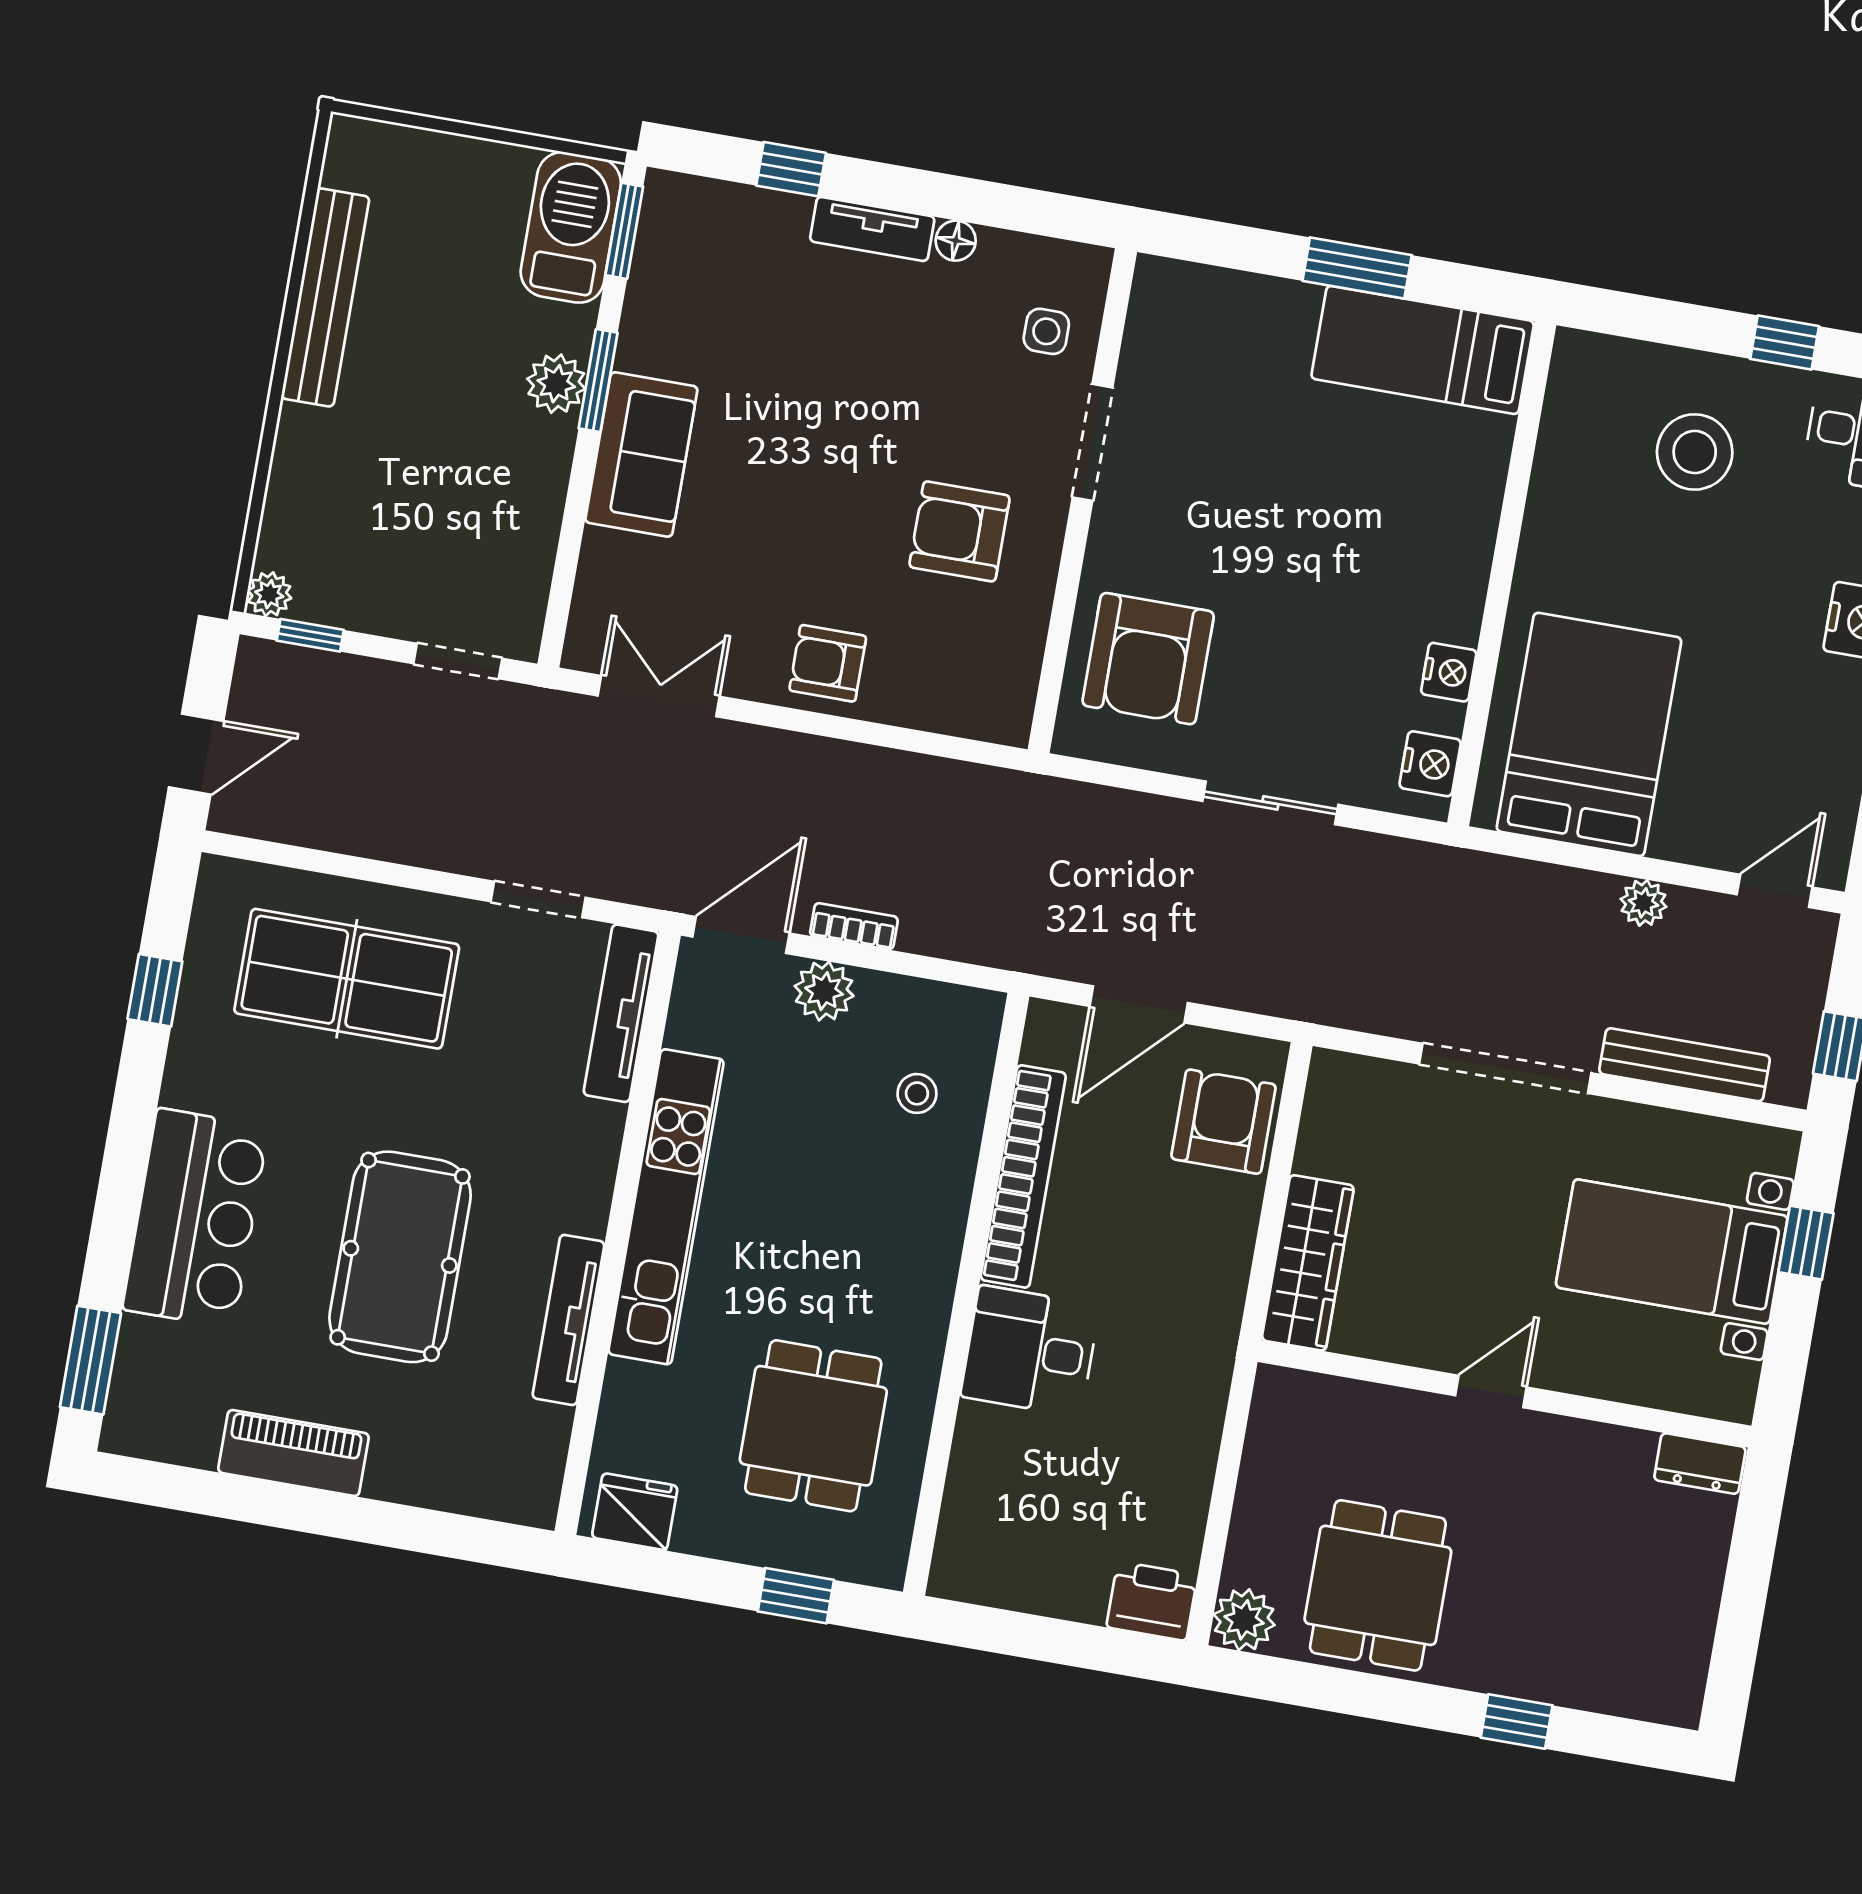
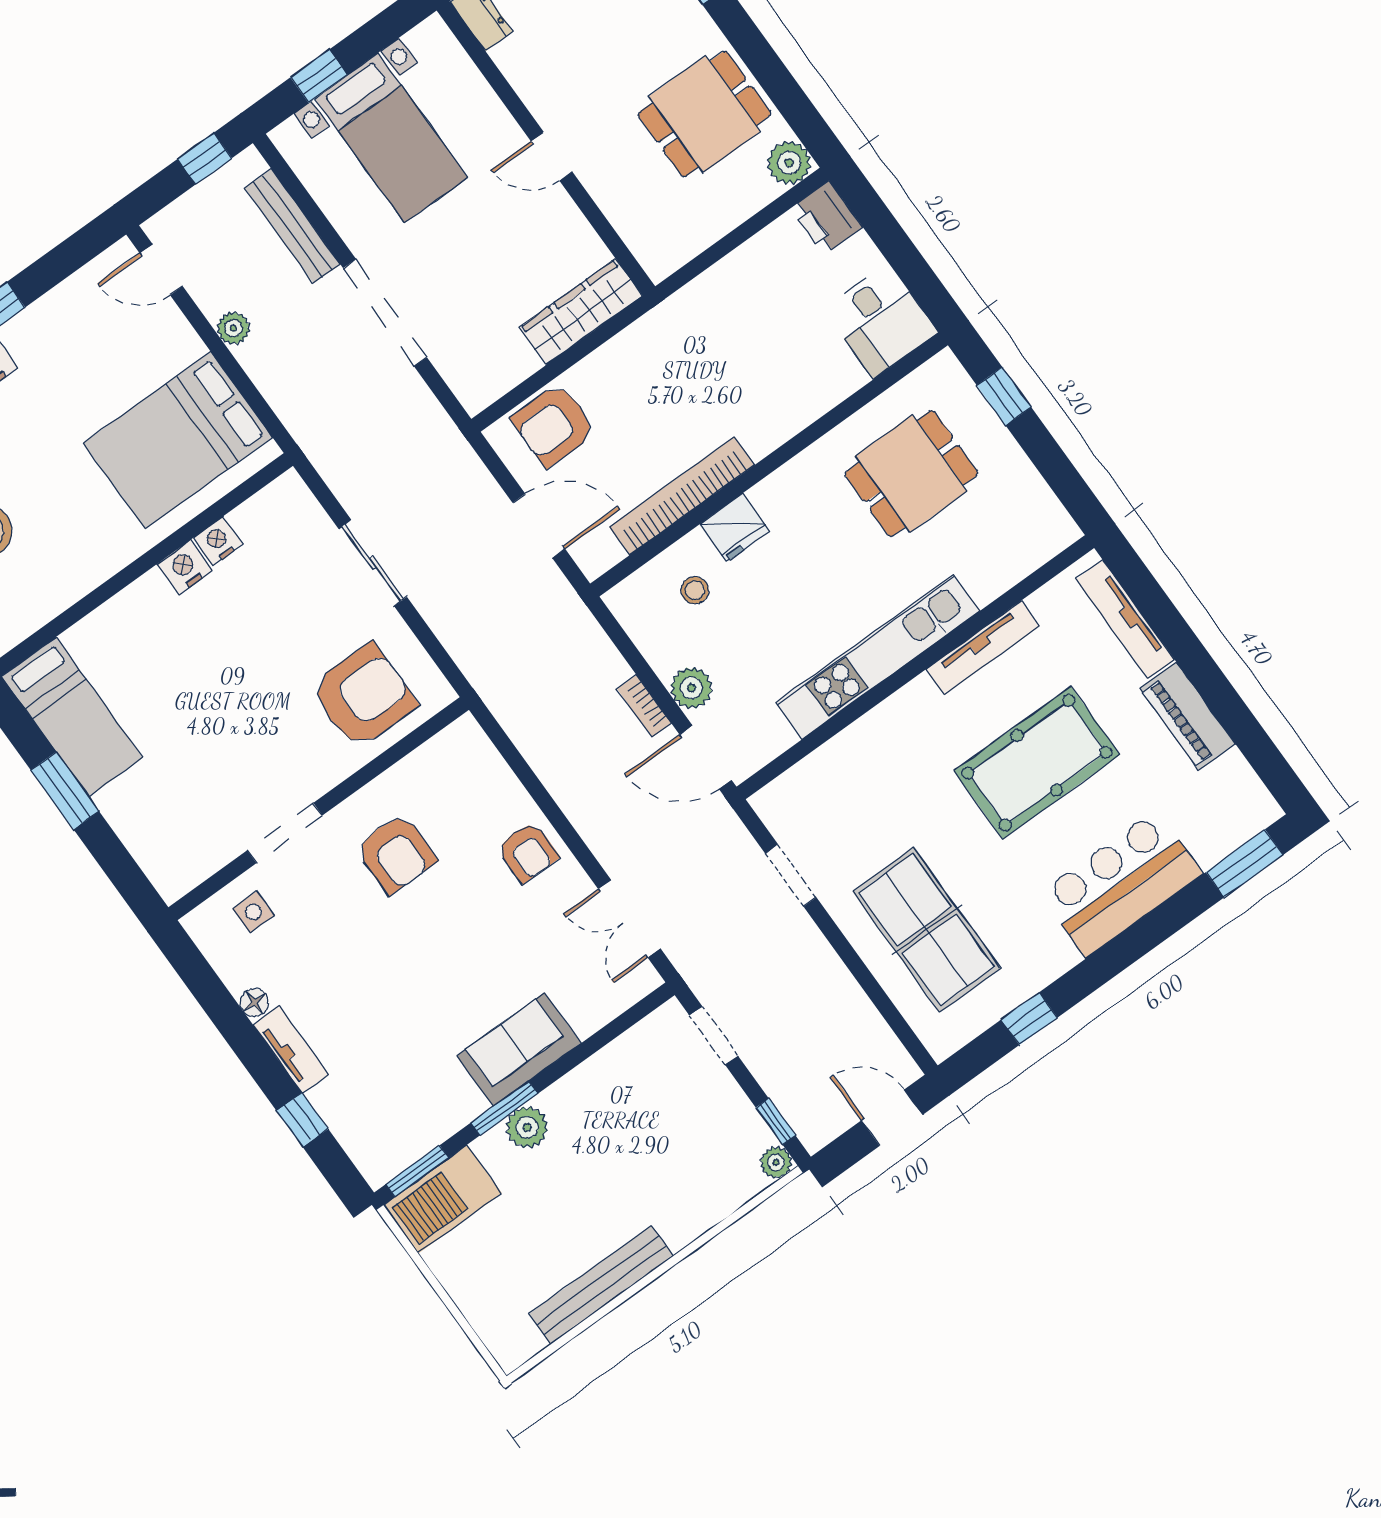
nightstand: (1430, 764) -> (185, 567), moved
tv unit: (621, 1013) -> (1125, 619), moved, turned 90
desk: (1030, 1351) -> (881, 321), moved
fridge: (635, 1512) -> (735, 528), moved, turned -90

